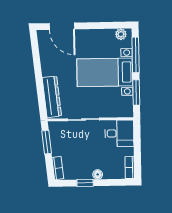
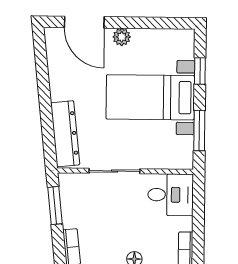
plant: (121, 34) -> (122, 37), moved
window: (136, 55) -> (200, 71), width x0.46

